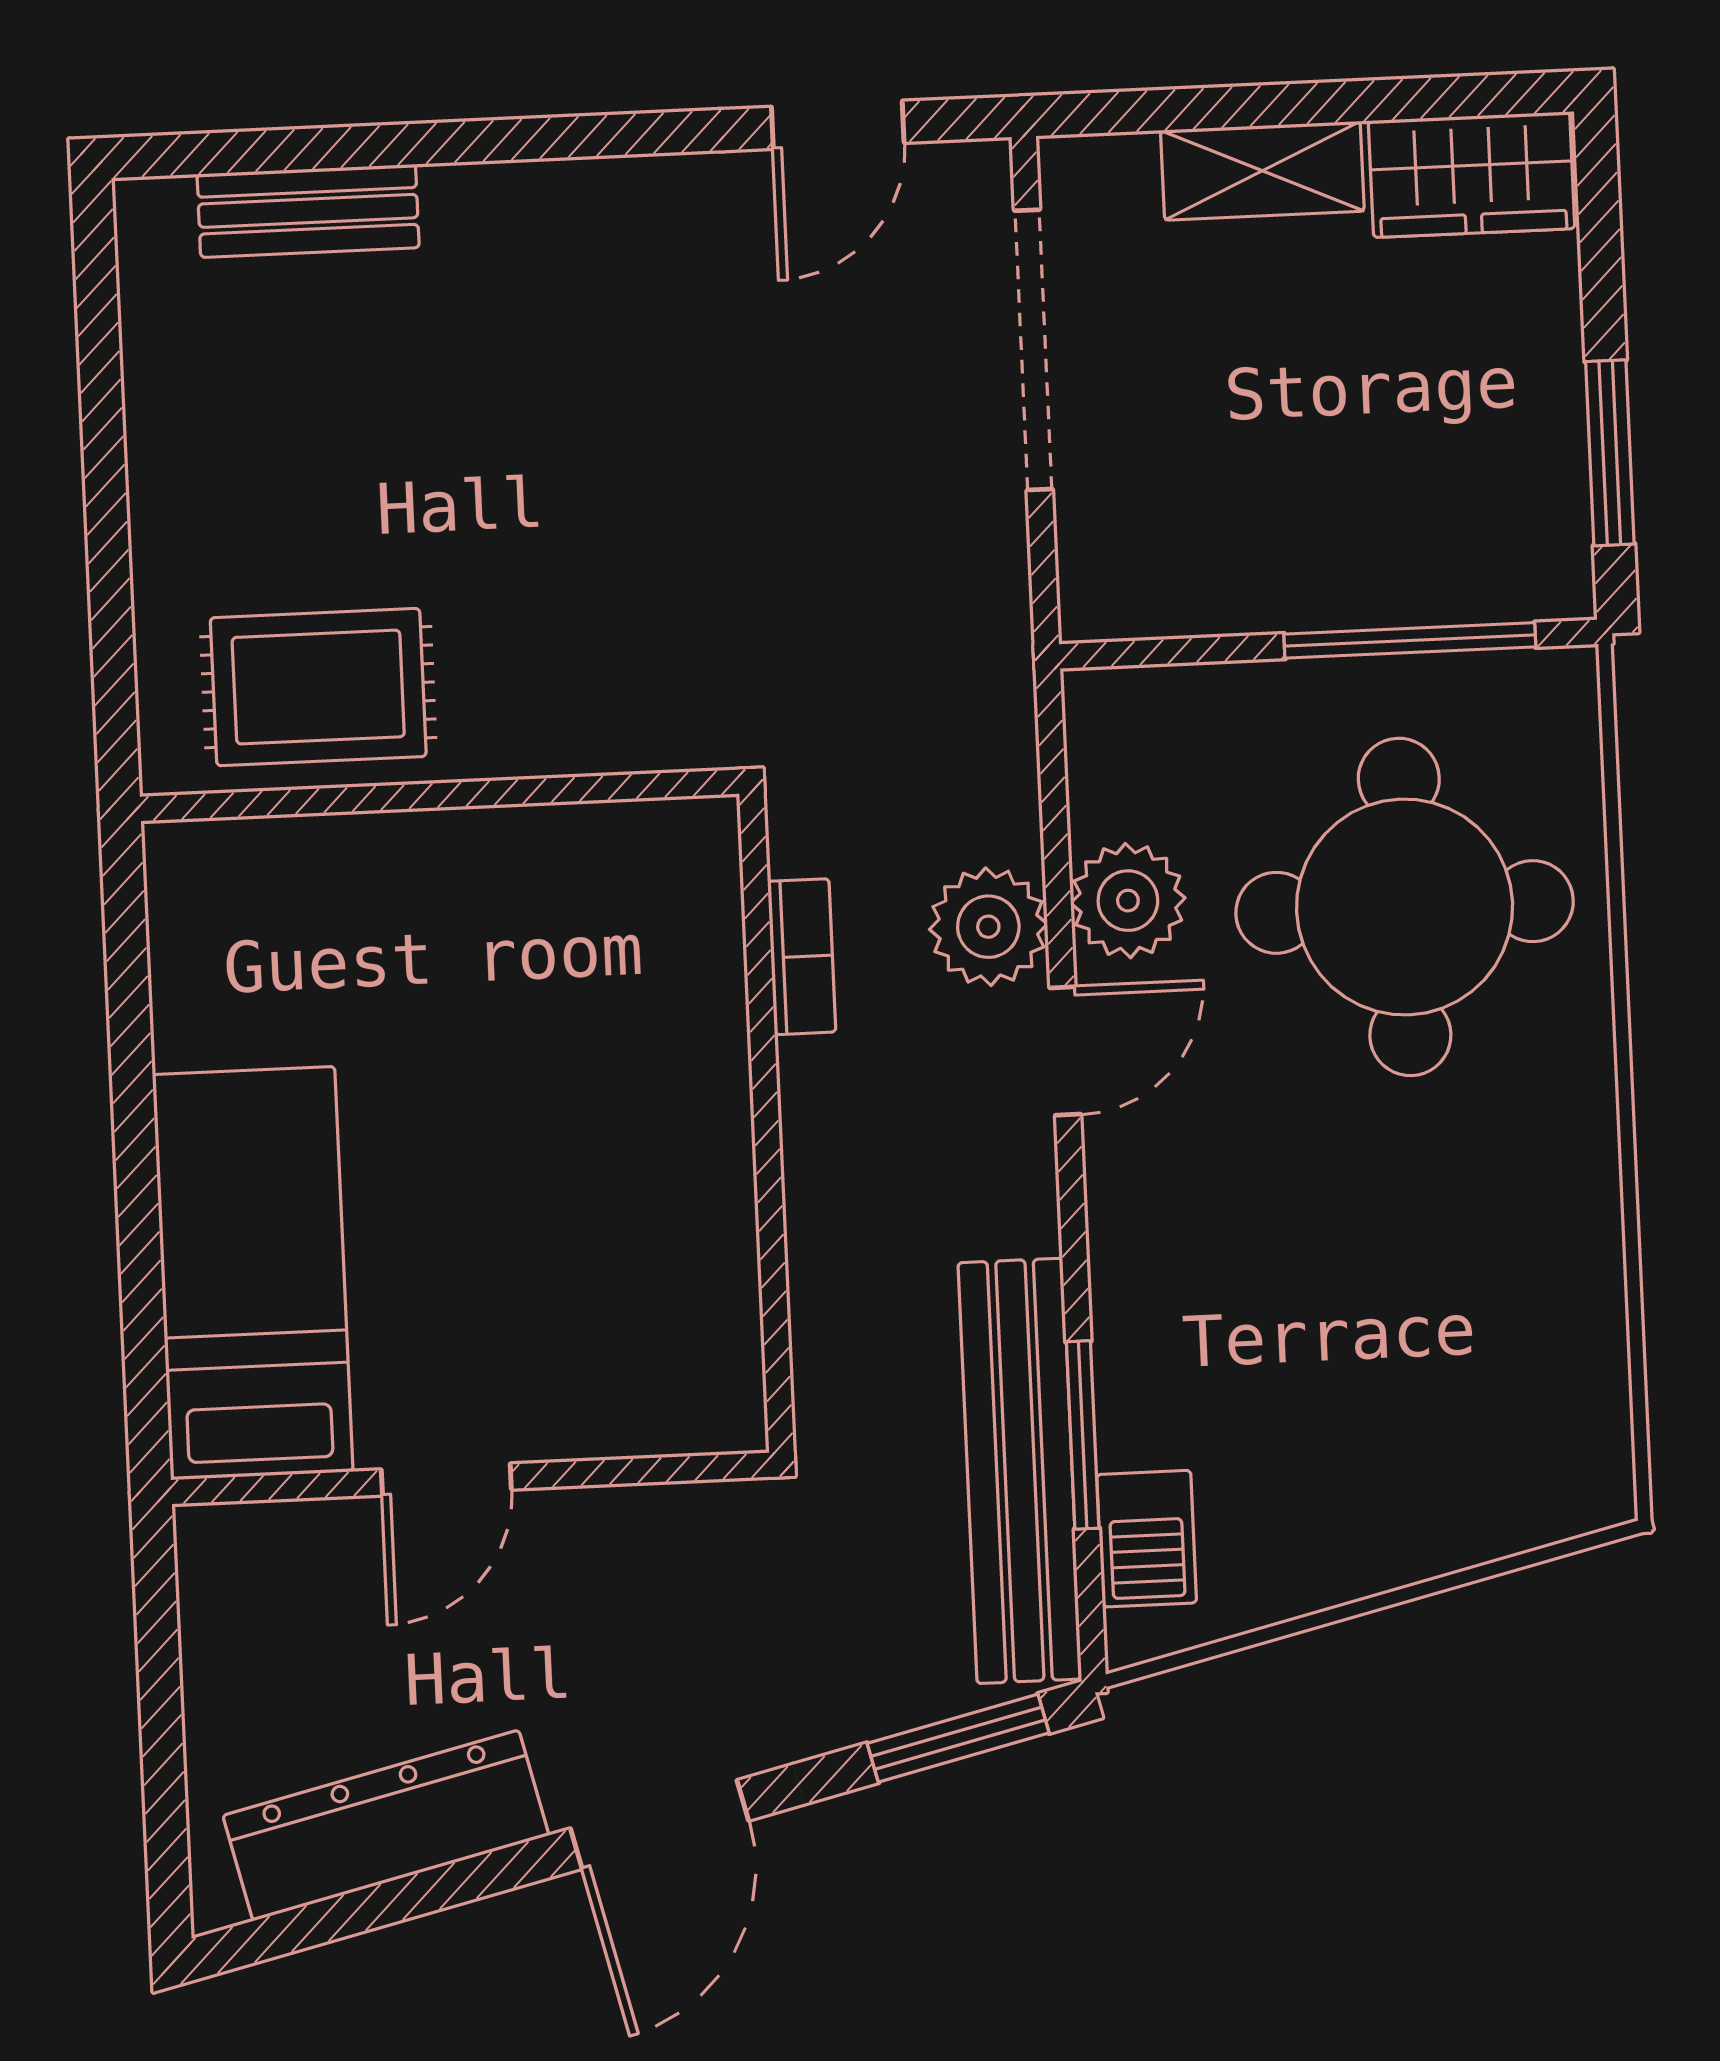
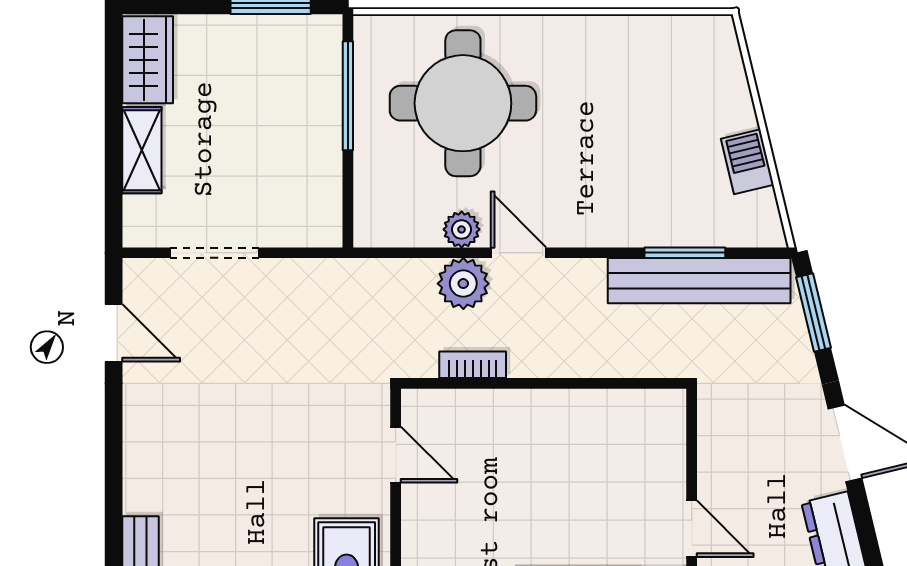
doorway: (1033, 350) -> (215, 253), width x0.73
door: (586, 789) -> (396, 455), added
plant: (1128, 901) -> (462, 229), width x0.73, depth x0.73
barbecue: (1147, 1539) -> (747, 162), moved, turned -104

